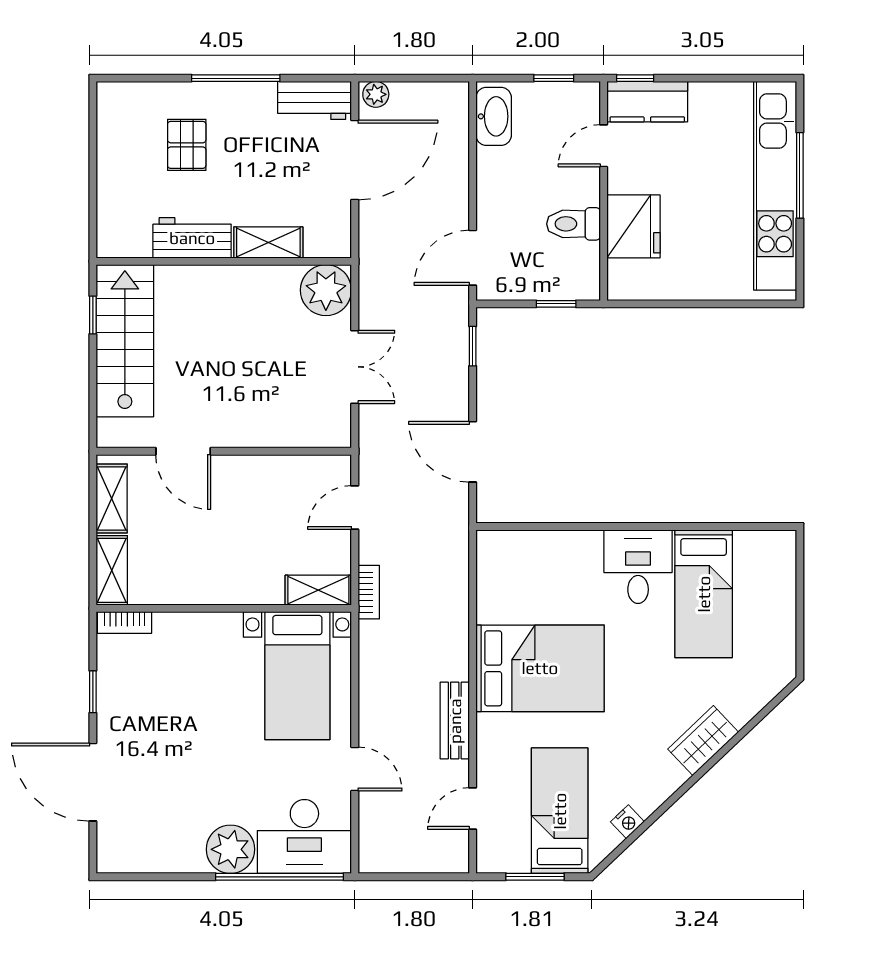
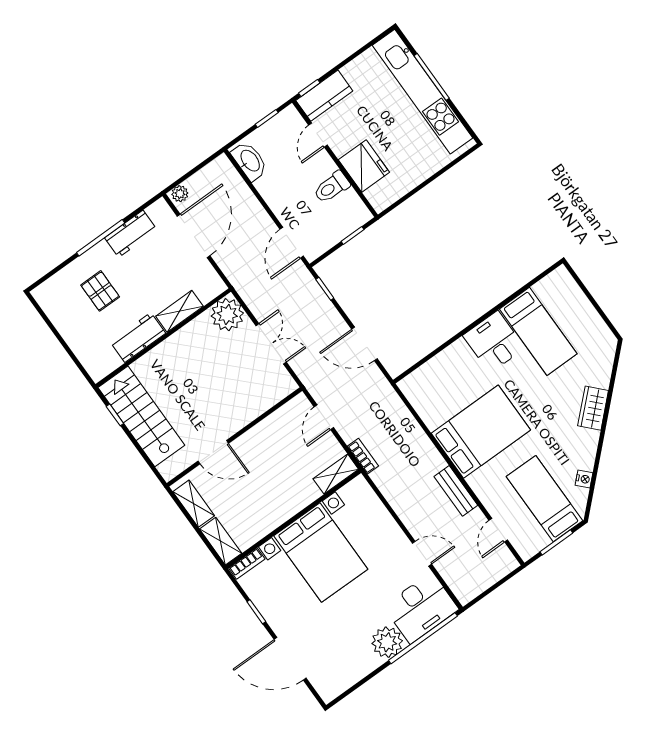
workbench: (315, 100) -> (131, 234), moved
bed with nightstands: (297, 676) -> (321, 553), moved, width x1.36

